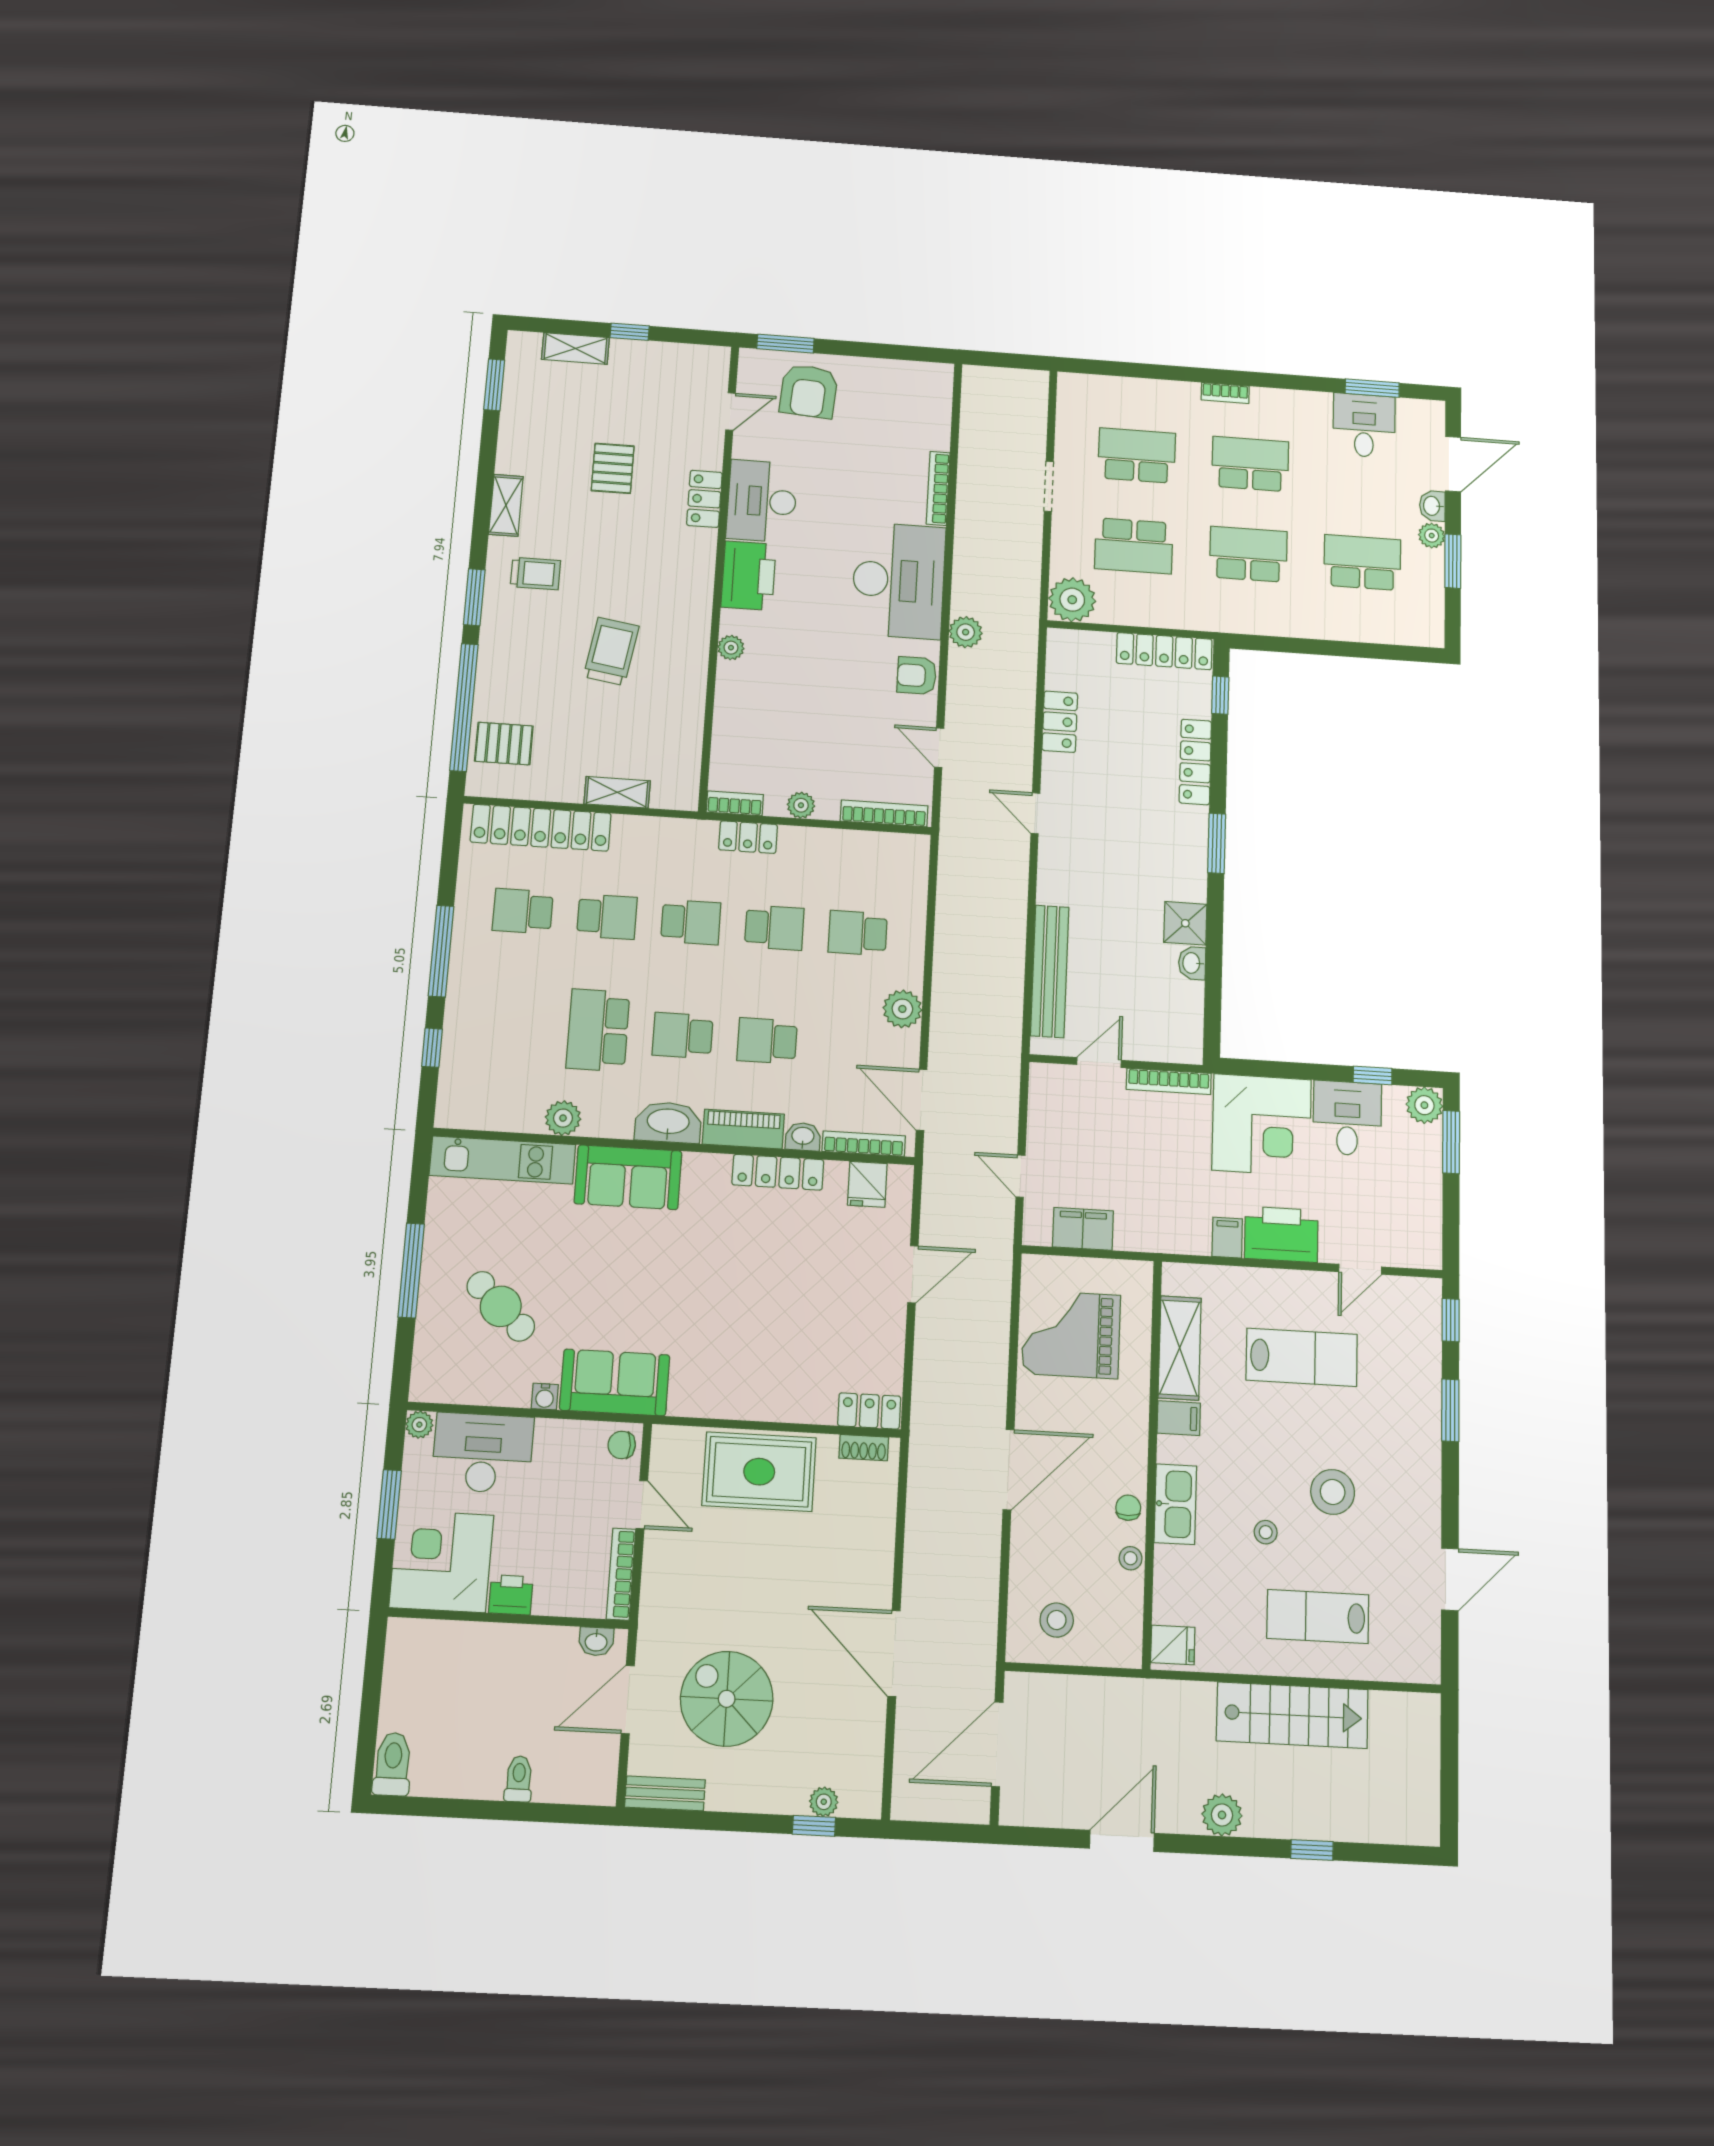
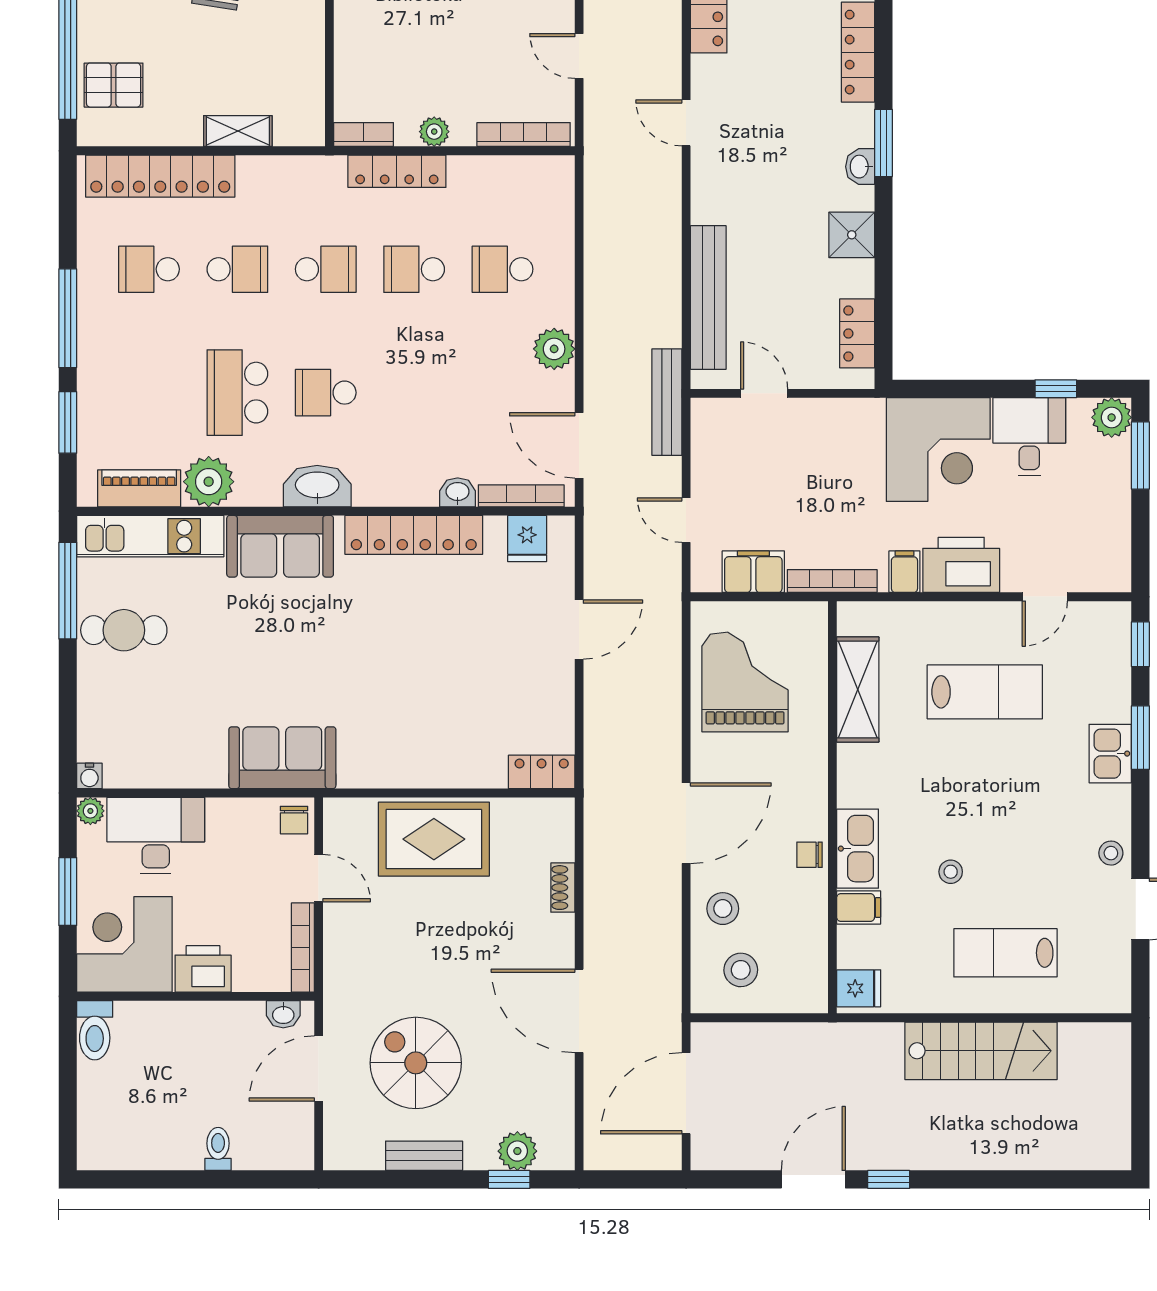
locker: (748, 837) -> (397, 171), width x1.53
school desk: (774, 928) -> (414, 269), turned 180
washbasin: (1192, 963) -> (860, 167), moved
locker: (1188, 1013) -> (857, 333), added
school desk: (767, 1041) -> (414, 393), removed
window: (432, 1048) -> (68, 422), width x1.50
door: (1099, 1062) -> (764, 393), hinge flipped
bench: (1007, 1065) -> (667, 402), added
bookcase: (1169, 1081) -> (832, 581), moved, turned 180
plant: (563, 1118) -> (209, 482), width x1.36, depth x1.36
piano: (743, 1129) -> (139, 488), moved
locker: (778, 1172) -> (414, 535), width x1.41, depth x1.21
window: (411, 1270) -> (68, 591), moved
cafe table: (501, 1306) -> (124, 630), moved, turned -43
grand piano: (1071, 1334) -> (745, 682), turned 90
water cooler: (545, 1397) -> (89, 776), moved
filing cabinet: (1179, 1418) -> (859, 908), moved
kitchen sink: (1421, 1424) -> (1110, 754), added
chair: (622, 1445) -> (294, 820), turned -90
shoe rack: (864, 1448) -> (563, 888), moved, turned 90
stool: (1333, 1492) -> (1111, 853), moved, width x0.53, depth x0.53
chair: (1128, 1508) -> (810, 855), turned -90
stool: (1131, 1558) -> (723, 909), moved, width x1.37, depth x1.37
printer: (511, 1595) -> (203, 969), width x1.36, depth x1.24
toilet: (393, 1764) -> (95, 1030), moved, turned 180
bench: (665, 1793) -> (424, 1156), moved
plant: (824, 1802) -> (517, 1151), width x1.38, depth x1.38
plant: (1222, 1815) -> (912, 1150), removed
window: (1312, 1850) -> (889, 1179), moved

